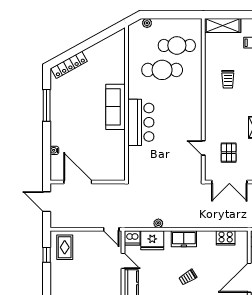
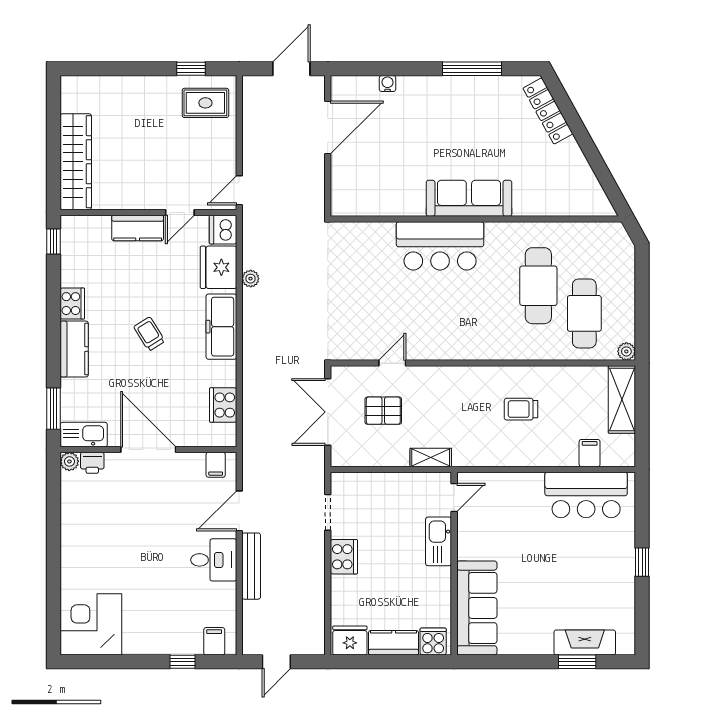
plant: (147, 23) -> (626, 351), moved
freezer: (184, 239) -> (221, 327), width x1.40

